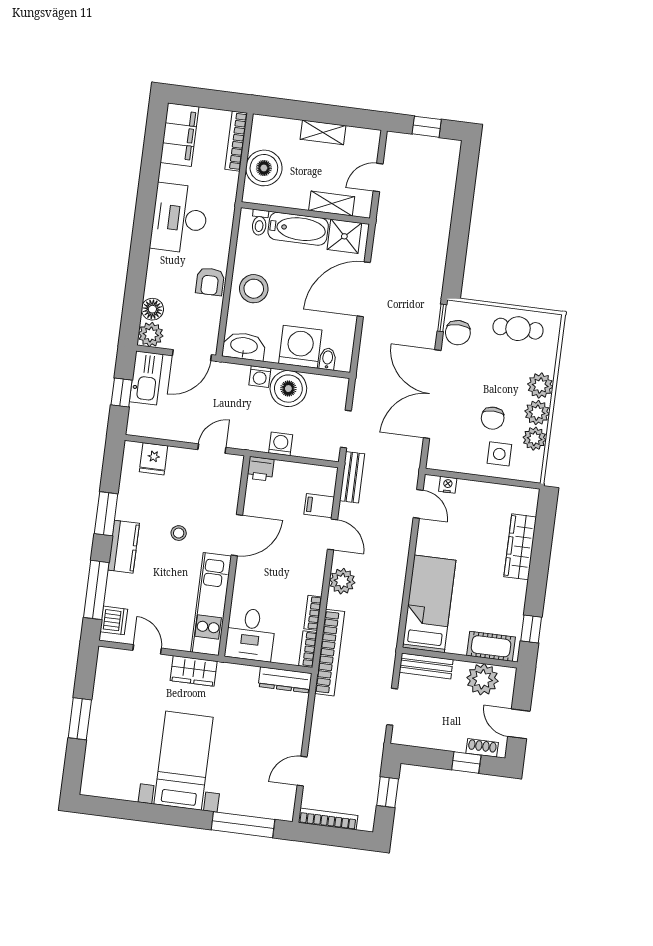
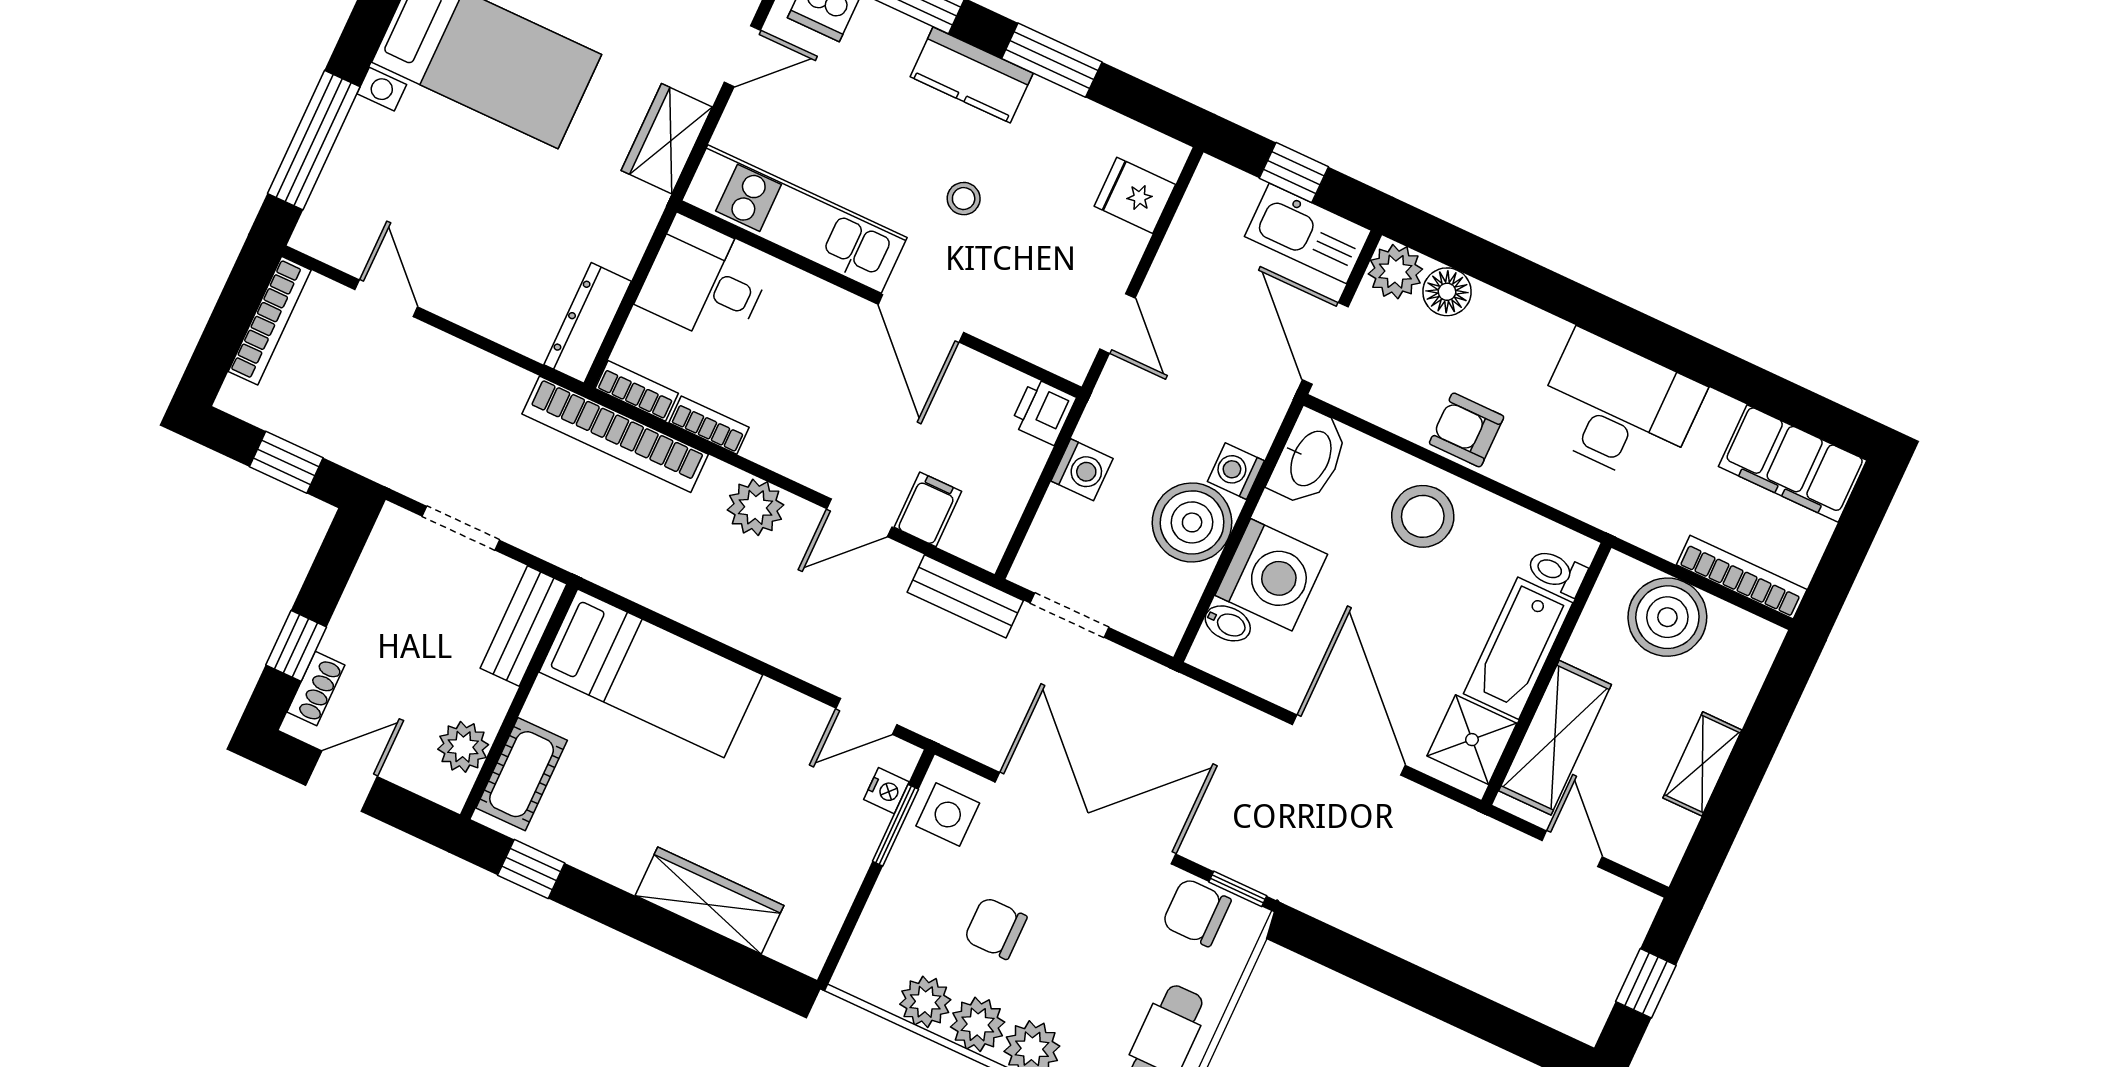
shelving: (332, 204) -> (1555, 738), width x1.50, depth x1.33
side table: (499, 454) -> (948, 814), moved
window: (462, 476) -> (895, 825), added
plant: (482, 679) -> (463, 747), width x0.73, depth x0.73

